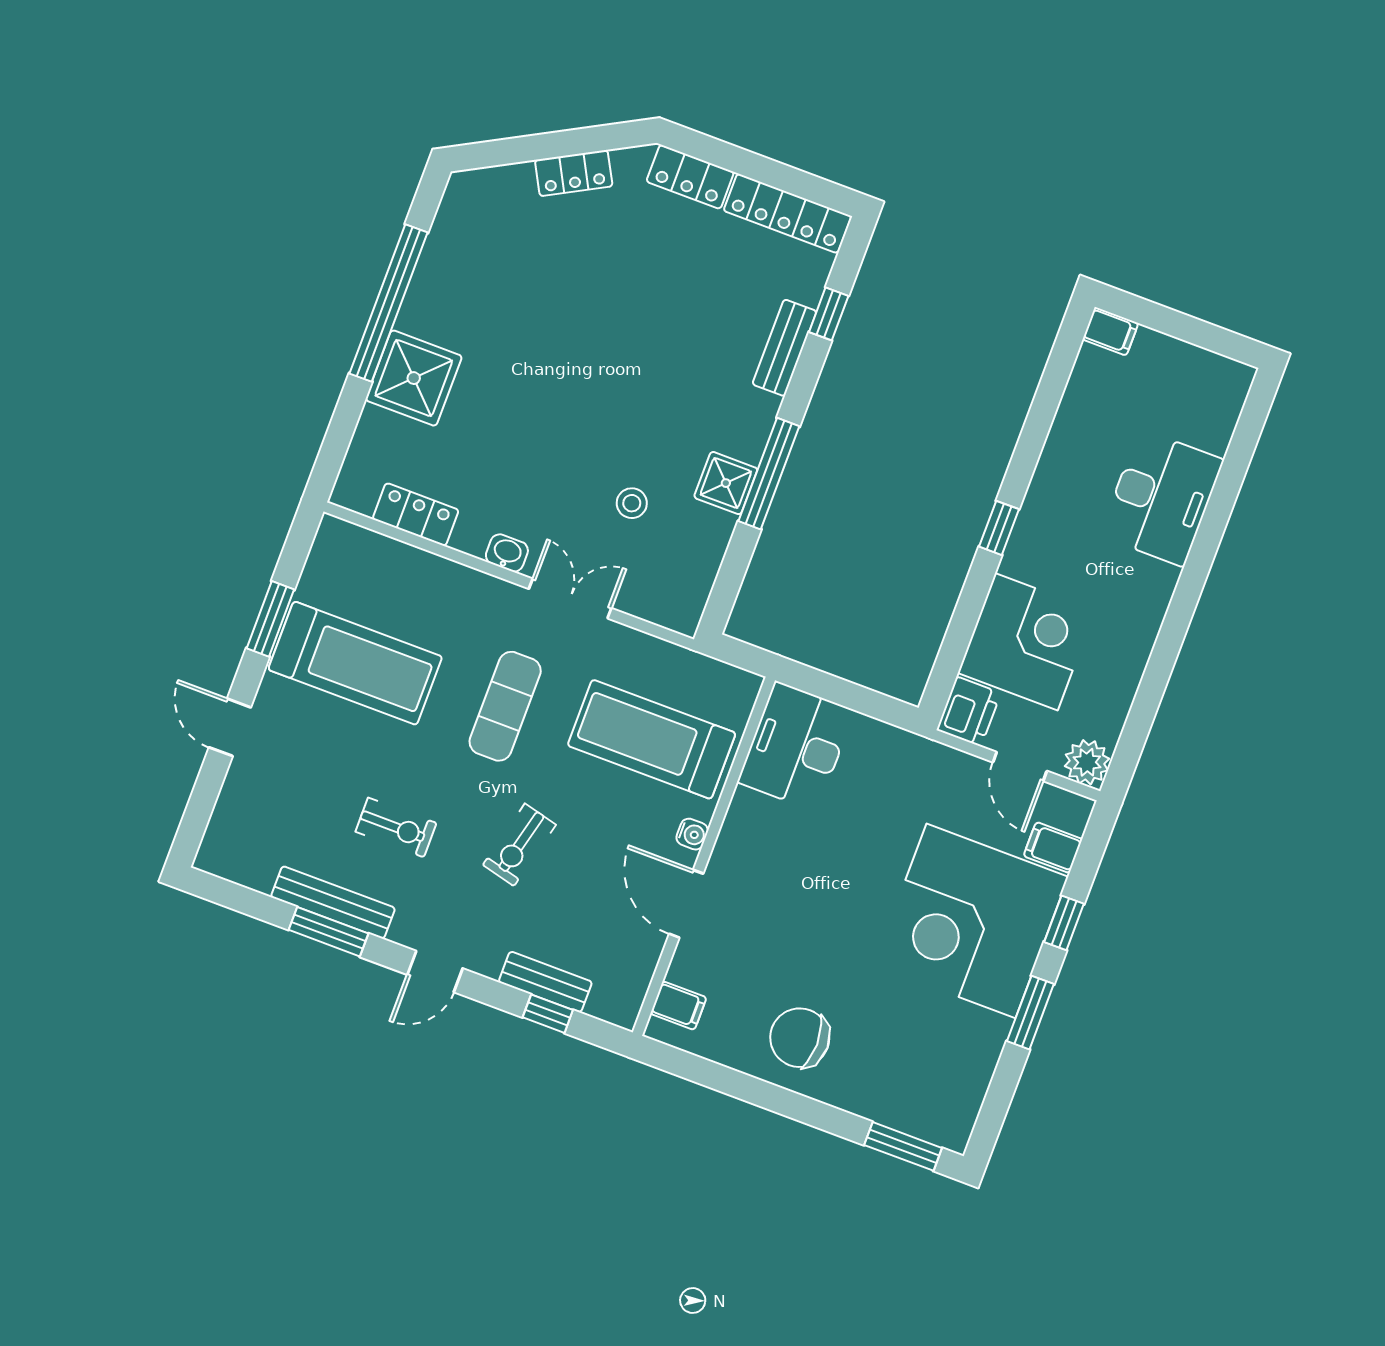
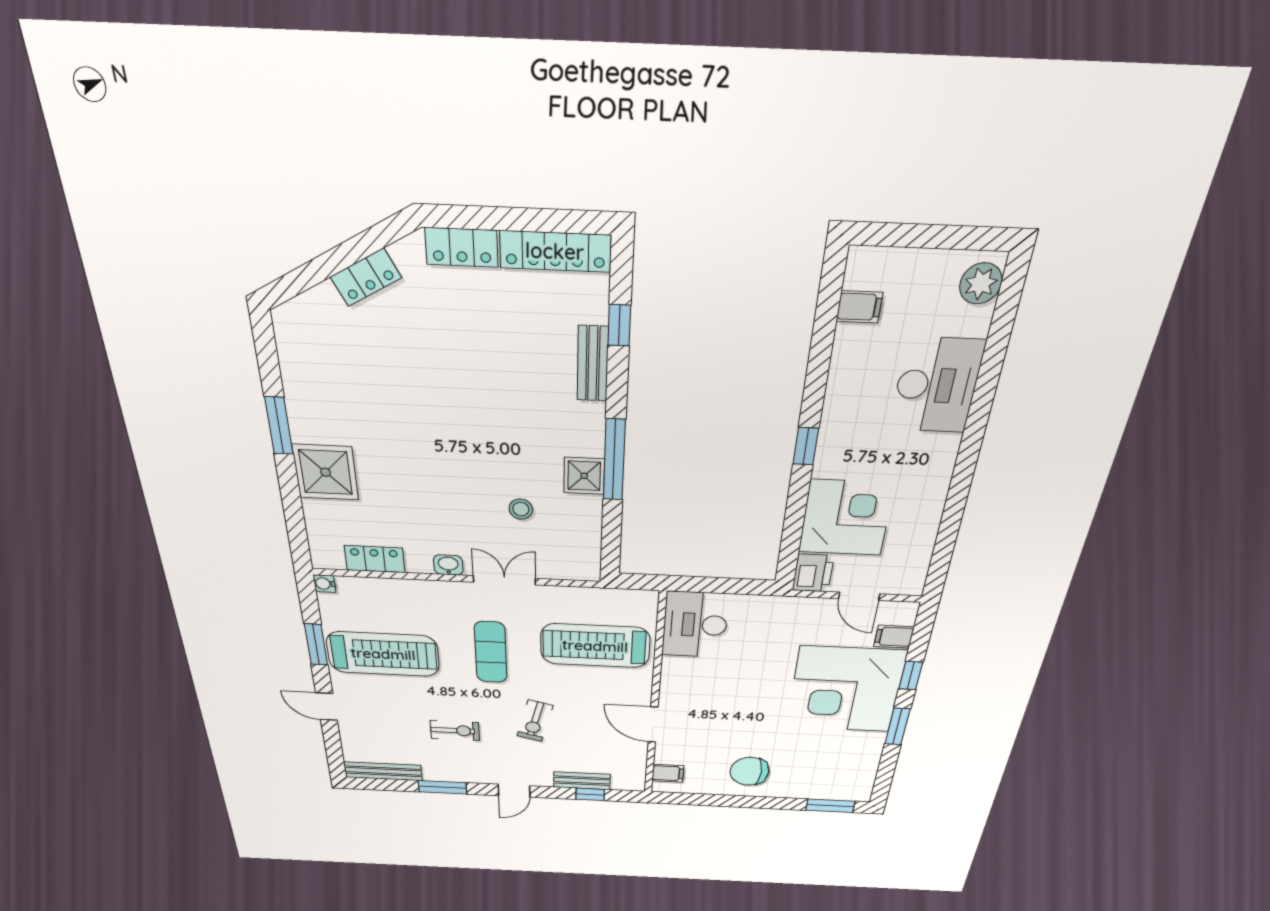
window: (389, 303) -> (279, 426), width x0.47
filing cabinet: (1110, 331) -> (859, 307), moved
plant: (1087, 762) -> (981, 283), moved
water cooler: (692, 834) -> (324, 584), moved, turned 180
bench: (333, 902) -> (383, 771), moved

